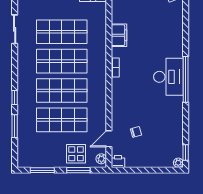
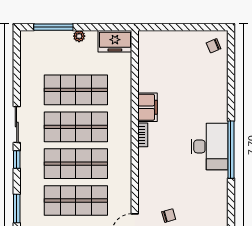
sliding door: (15, 29) -> (17, 124), moved
filing cabinet: (119, 35) -> (148, 107), moved
window: (15, 98) -> (17, 159), moved

